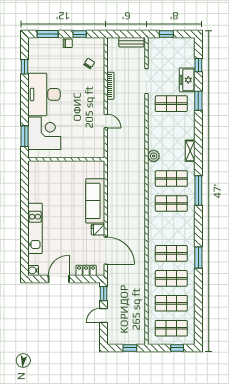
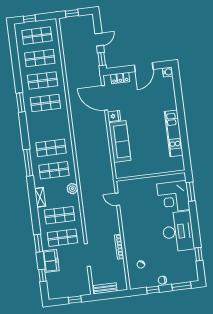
door: (106, 121) -> (117, 199), moved
shop shelf: (171, 129) -> (60, 215), added
kitchen unit: (35, 228) -> (174, 133), moved

